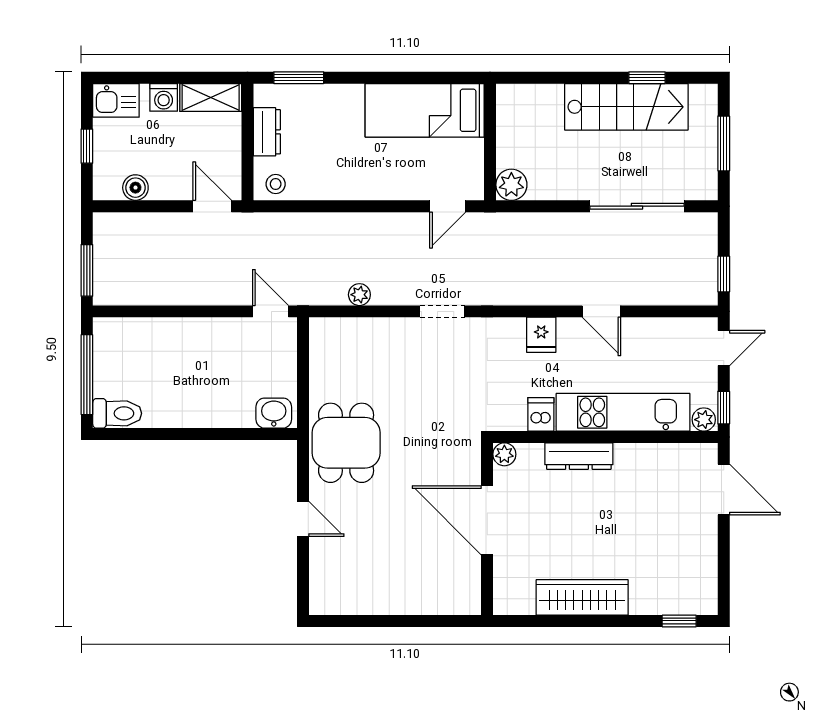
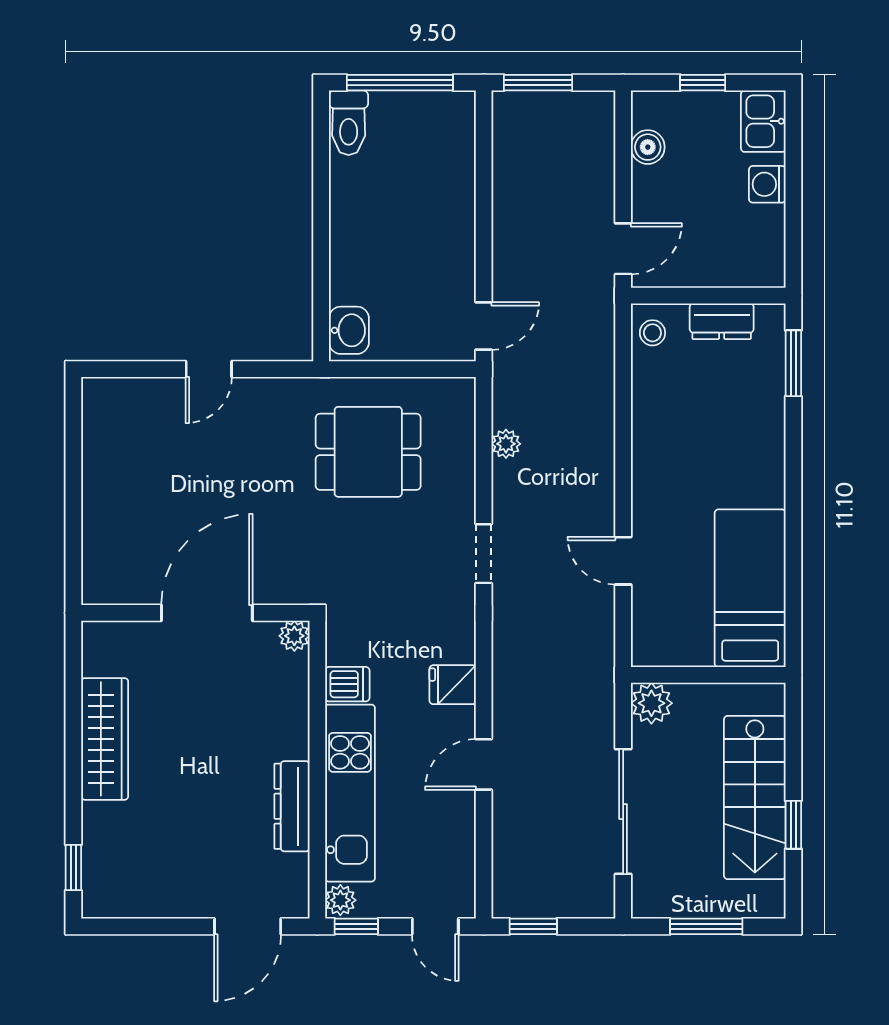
shelving: (211, 97) -> (767, 247), removed
bed: (425, 110) -> (750, 588), moved
wall: (490, 142) -> (708, 675), moved
plant: (511, 185) -> (651, 703), moved
dining table: (346, 443) -> (368, 452), moved
dresser: (579, 456) -> (292, 806), moved

